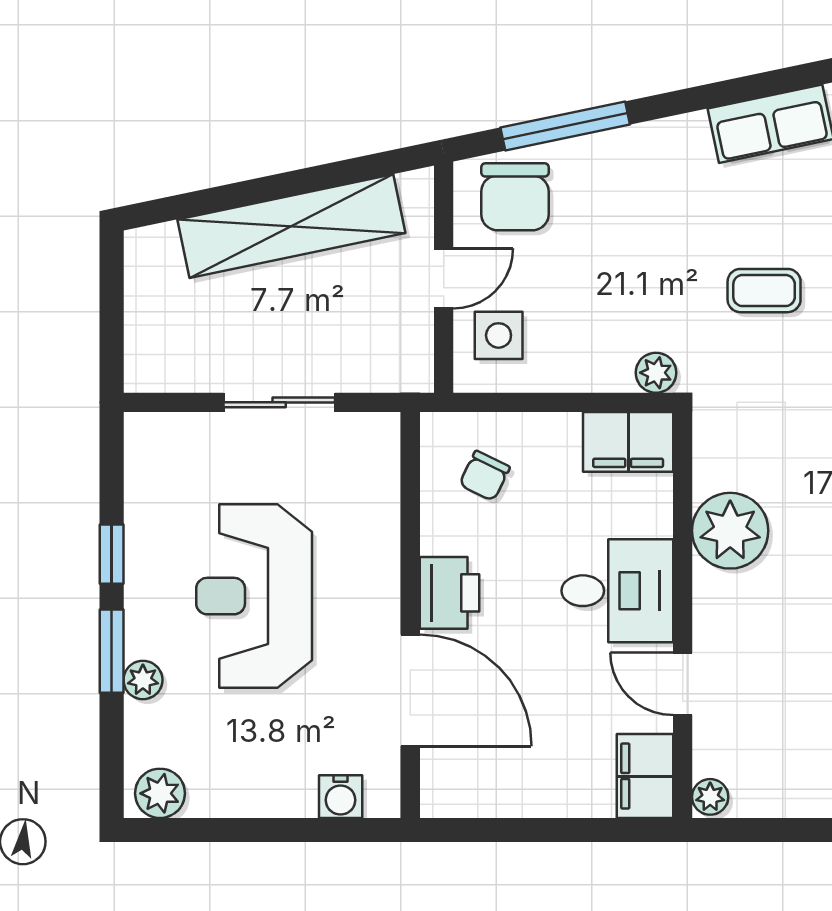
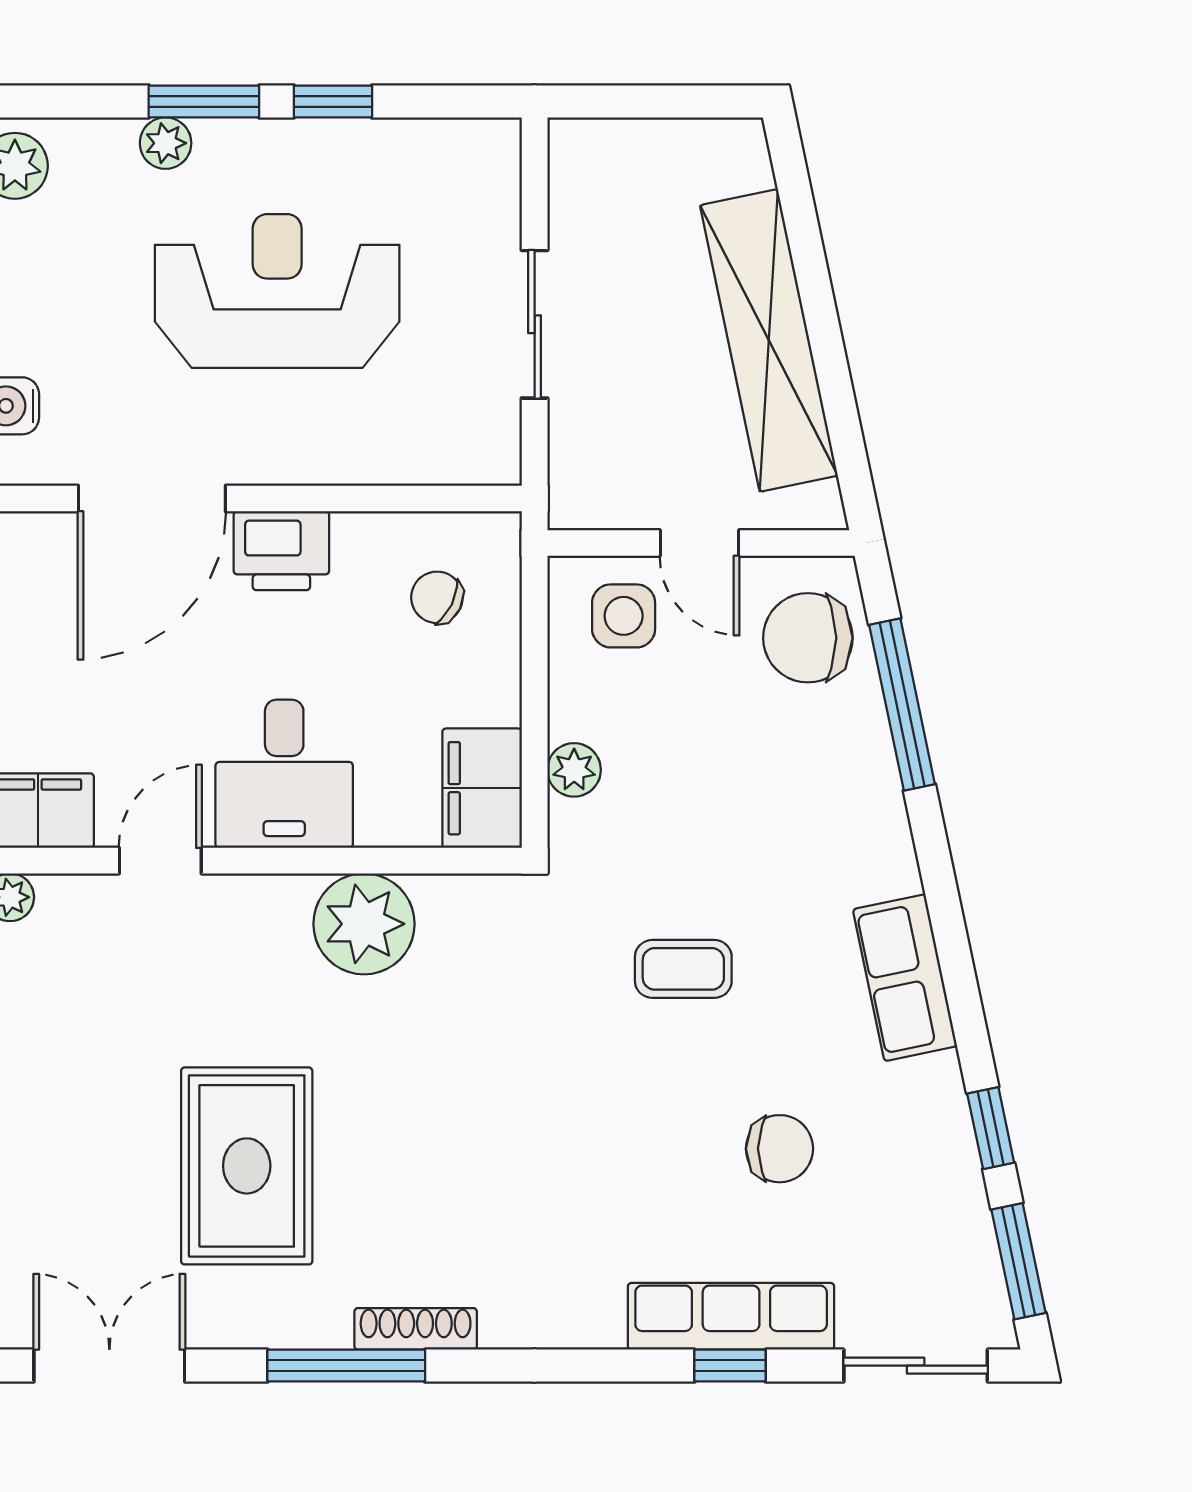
coffee table: (764, 291) -> (683, 969), turned 90
plant: (656, 373) -> (574, 770), moved

